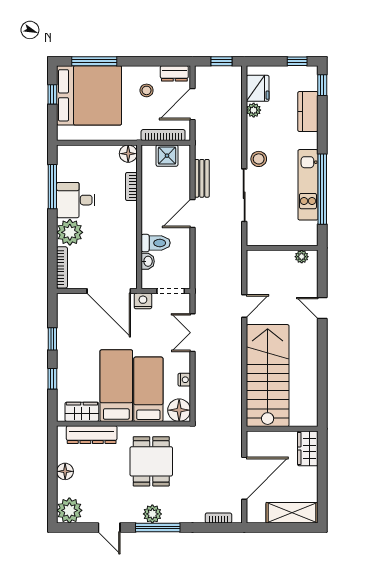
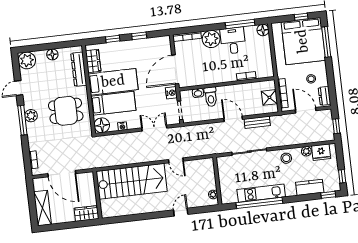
floor lamp: (128, 154) -> (263, 30), moved
stool: (259, 159) -> (286, 158), moved

